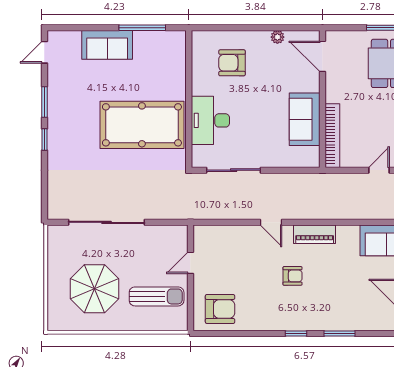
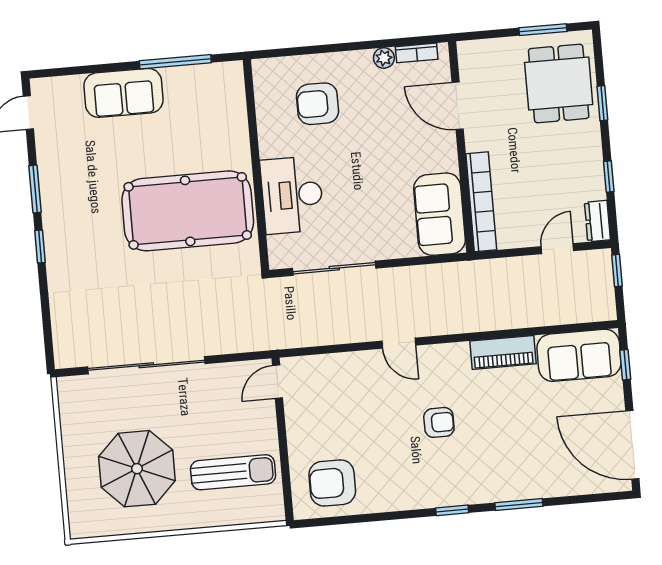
bookcase: (299, 36) -> (417, 53), added
door: (322, 56) -> (458, 106), moved
sofa: (305, 119) -> (439, 214), moved
piano: (315, 234) -> (503, 352), moved
door: (190, 263) -> (278, 382), moved
armchair: (220, 309) -> (332, 483), turned 180

